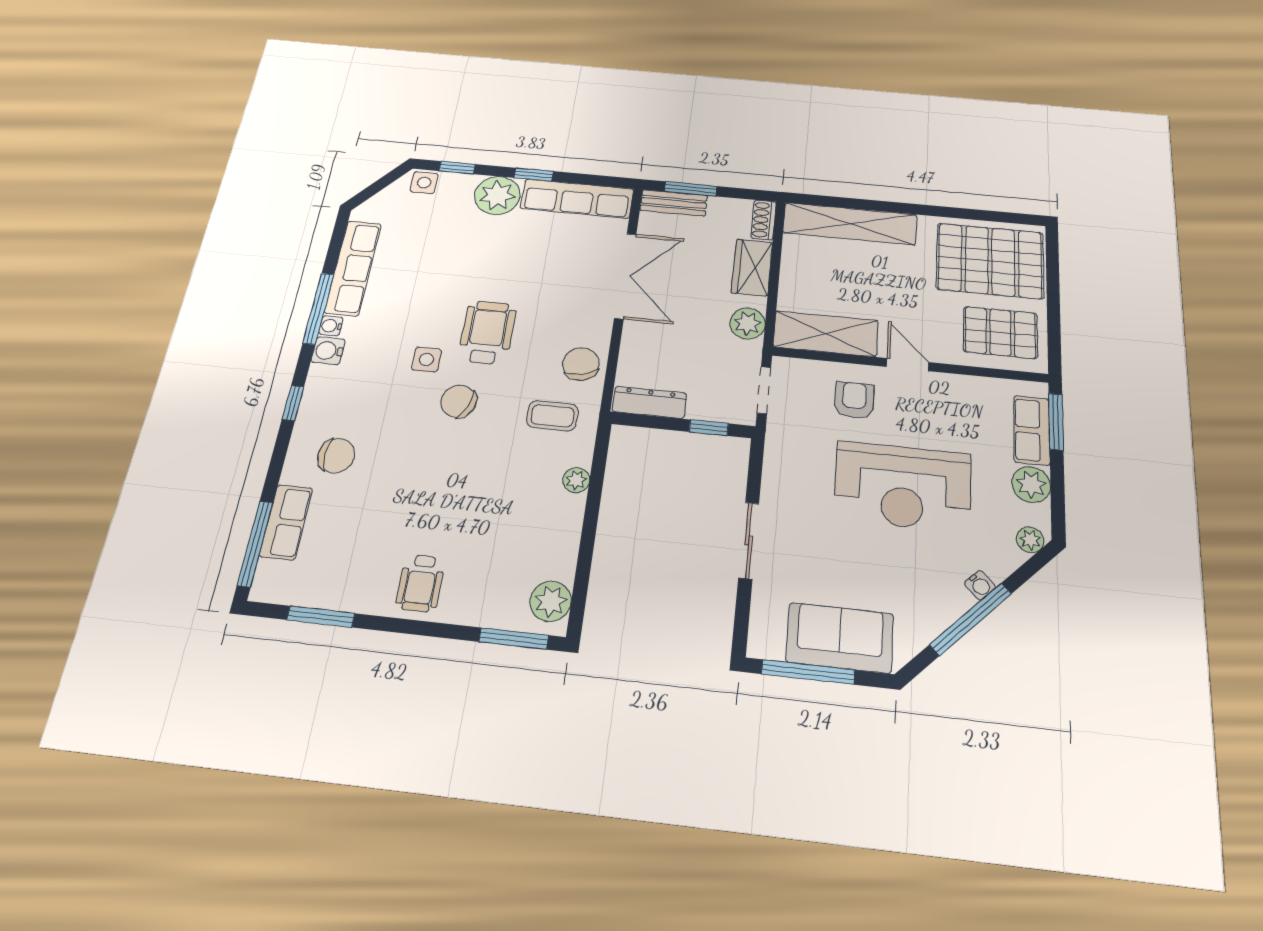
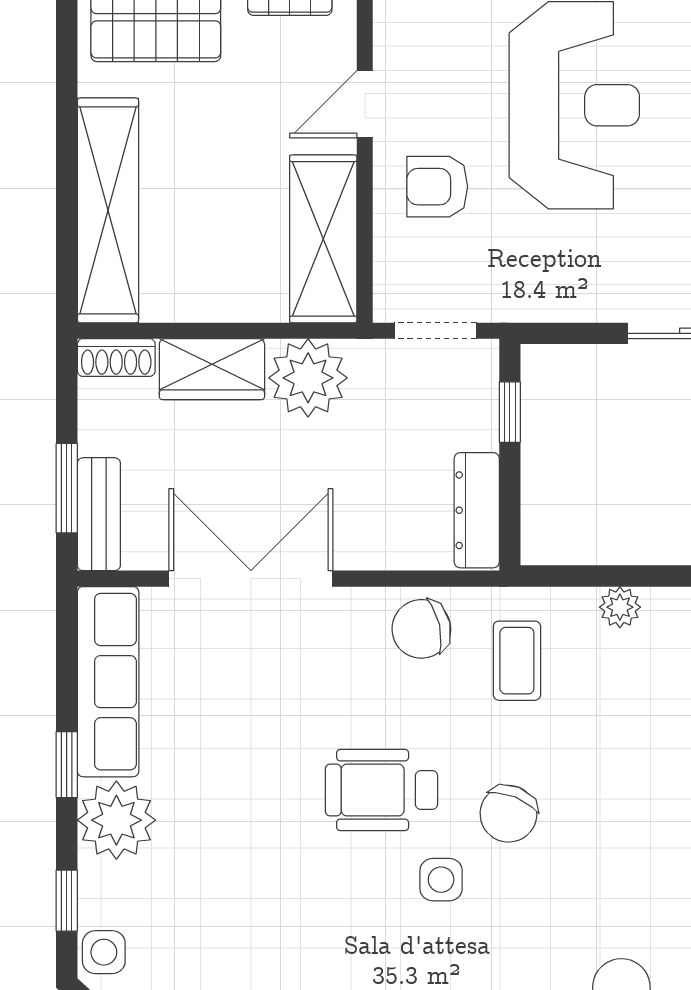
plant: (747, 323) -> (308, 378), width x1.36, depth x1.36

